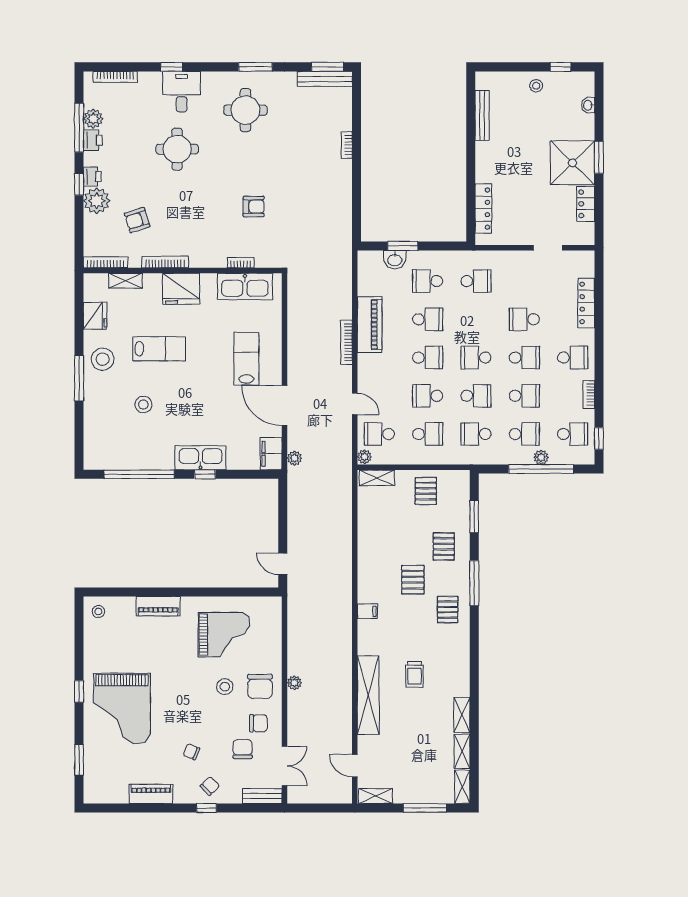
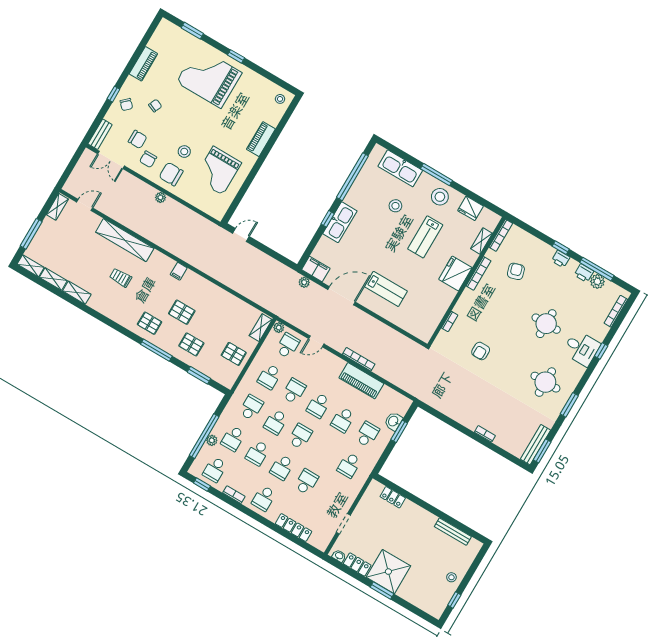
washbasin: (588, 105) -> (339, 556), moved
plant: (97, 201) -> (543, 253), removed
locker: (483, 209) -> (393, 497), width x0.66
kitchen sink: (245, 286) -> (400, 168), moved, turned -90

